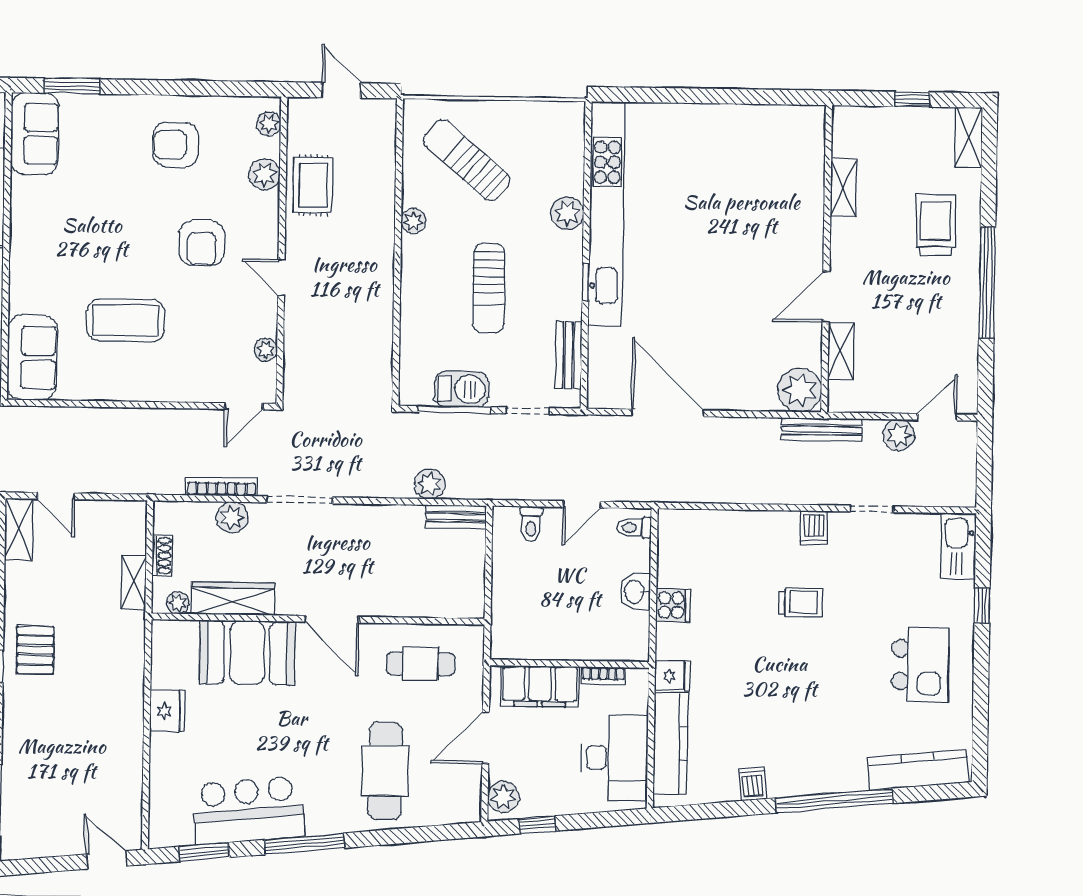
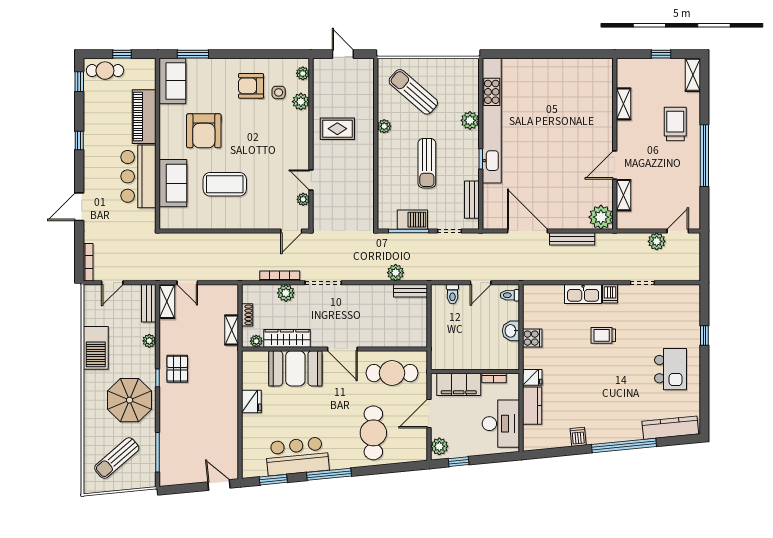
side table: (225, 157) -> (279, 92), added
rug: (313, 185) -> (337, 129), moved, turned 90
armchair: (202, 243) -> (204, 131), moved, width x1.36, depth x1.36
door: (281, 278) -> (311, 180), moved
sofa: (32, 357) -> (173, 183), moved
bench: (822, 430) -> (572, 239), moved
kitchen sink: (958, 546) -> (583, 294), moved, turned -90
trolley: (800, 602) -> (603, 335), turned 180
cafe table: (420, 664) -> (392, 373), width x1.37, depth x1.35
kitchen counter: (671, 743) -> (532, 406), width x0.67

